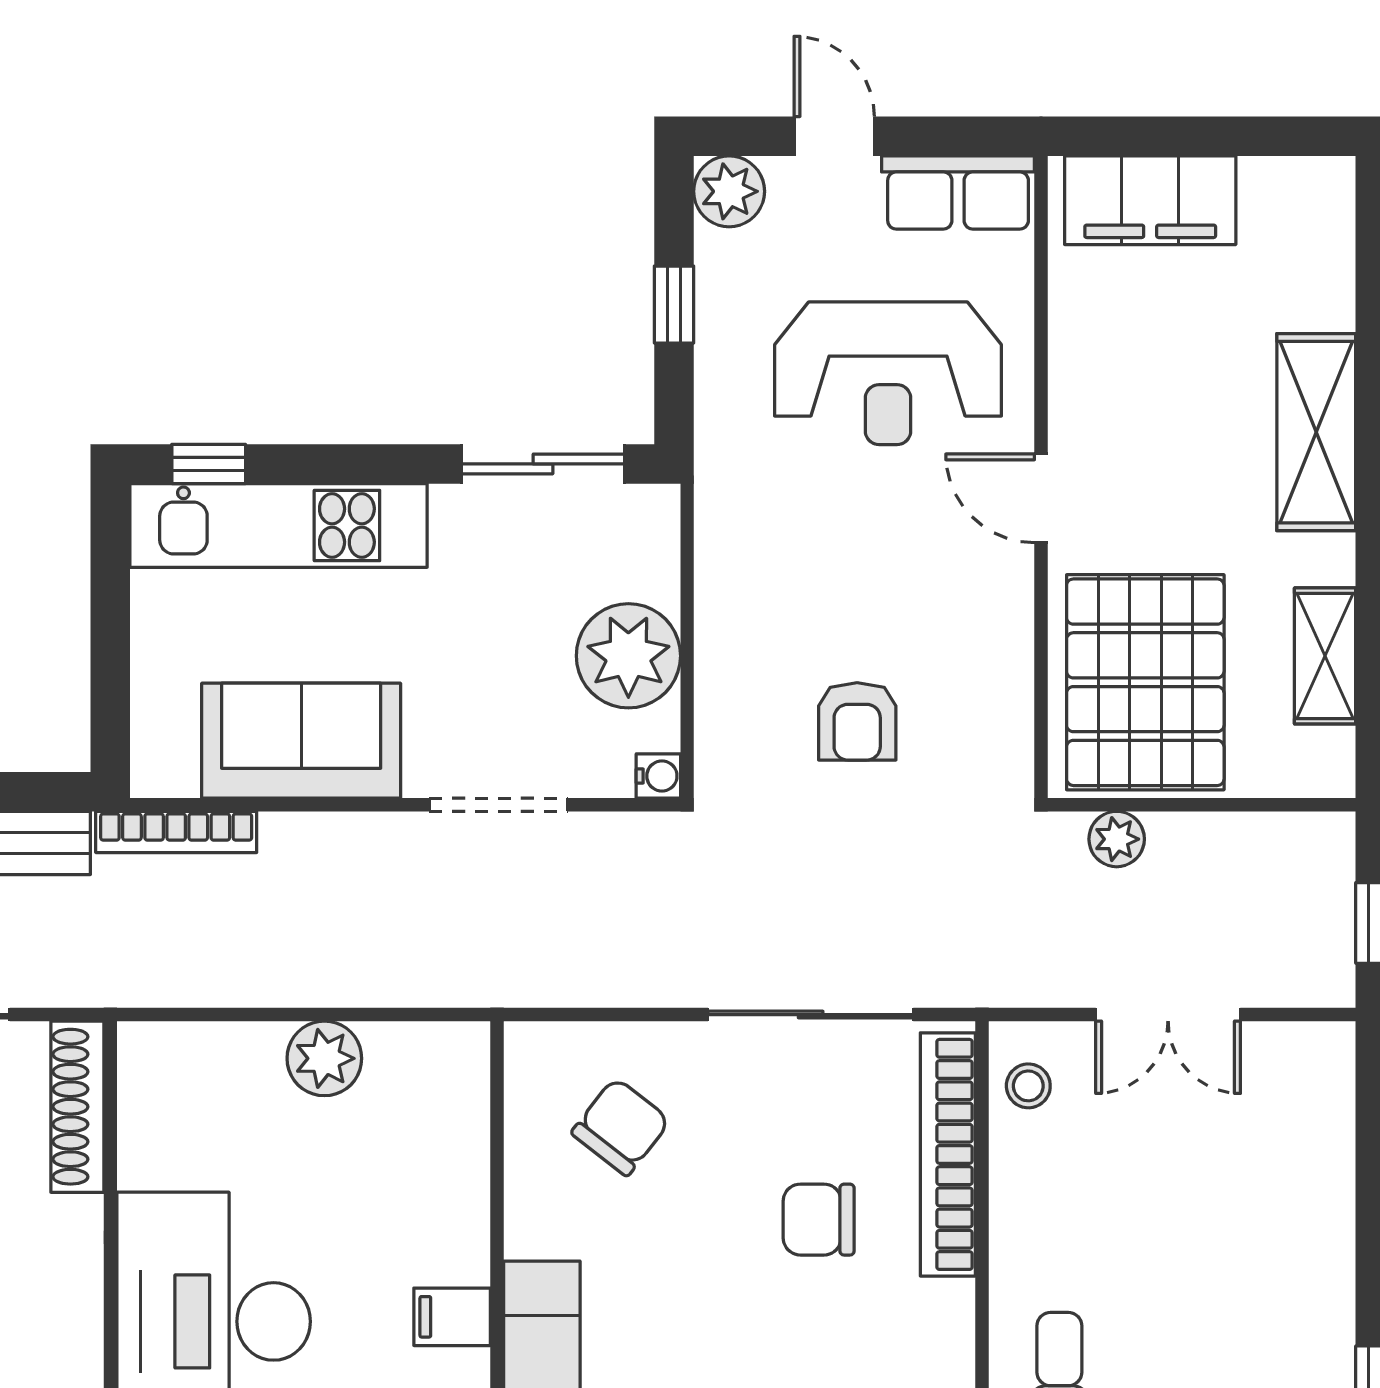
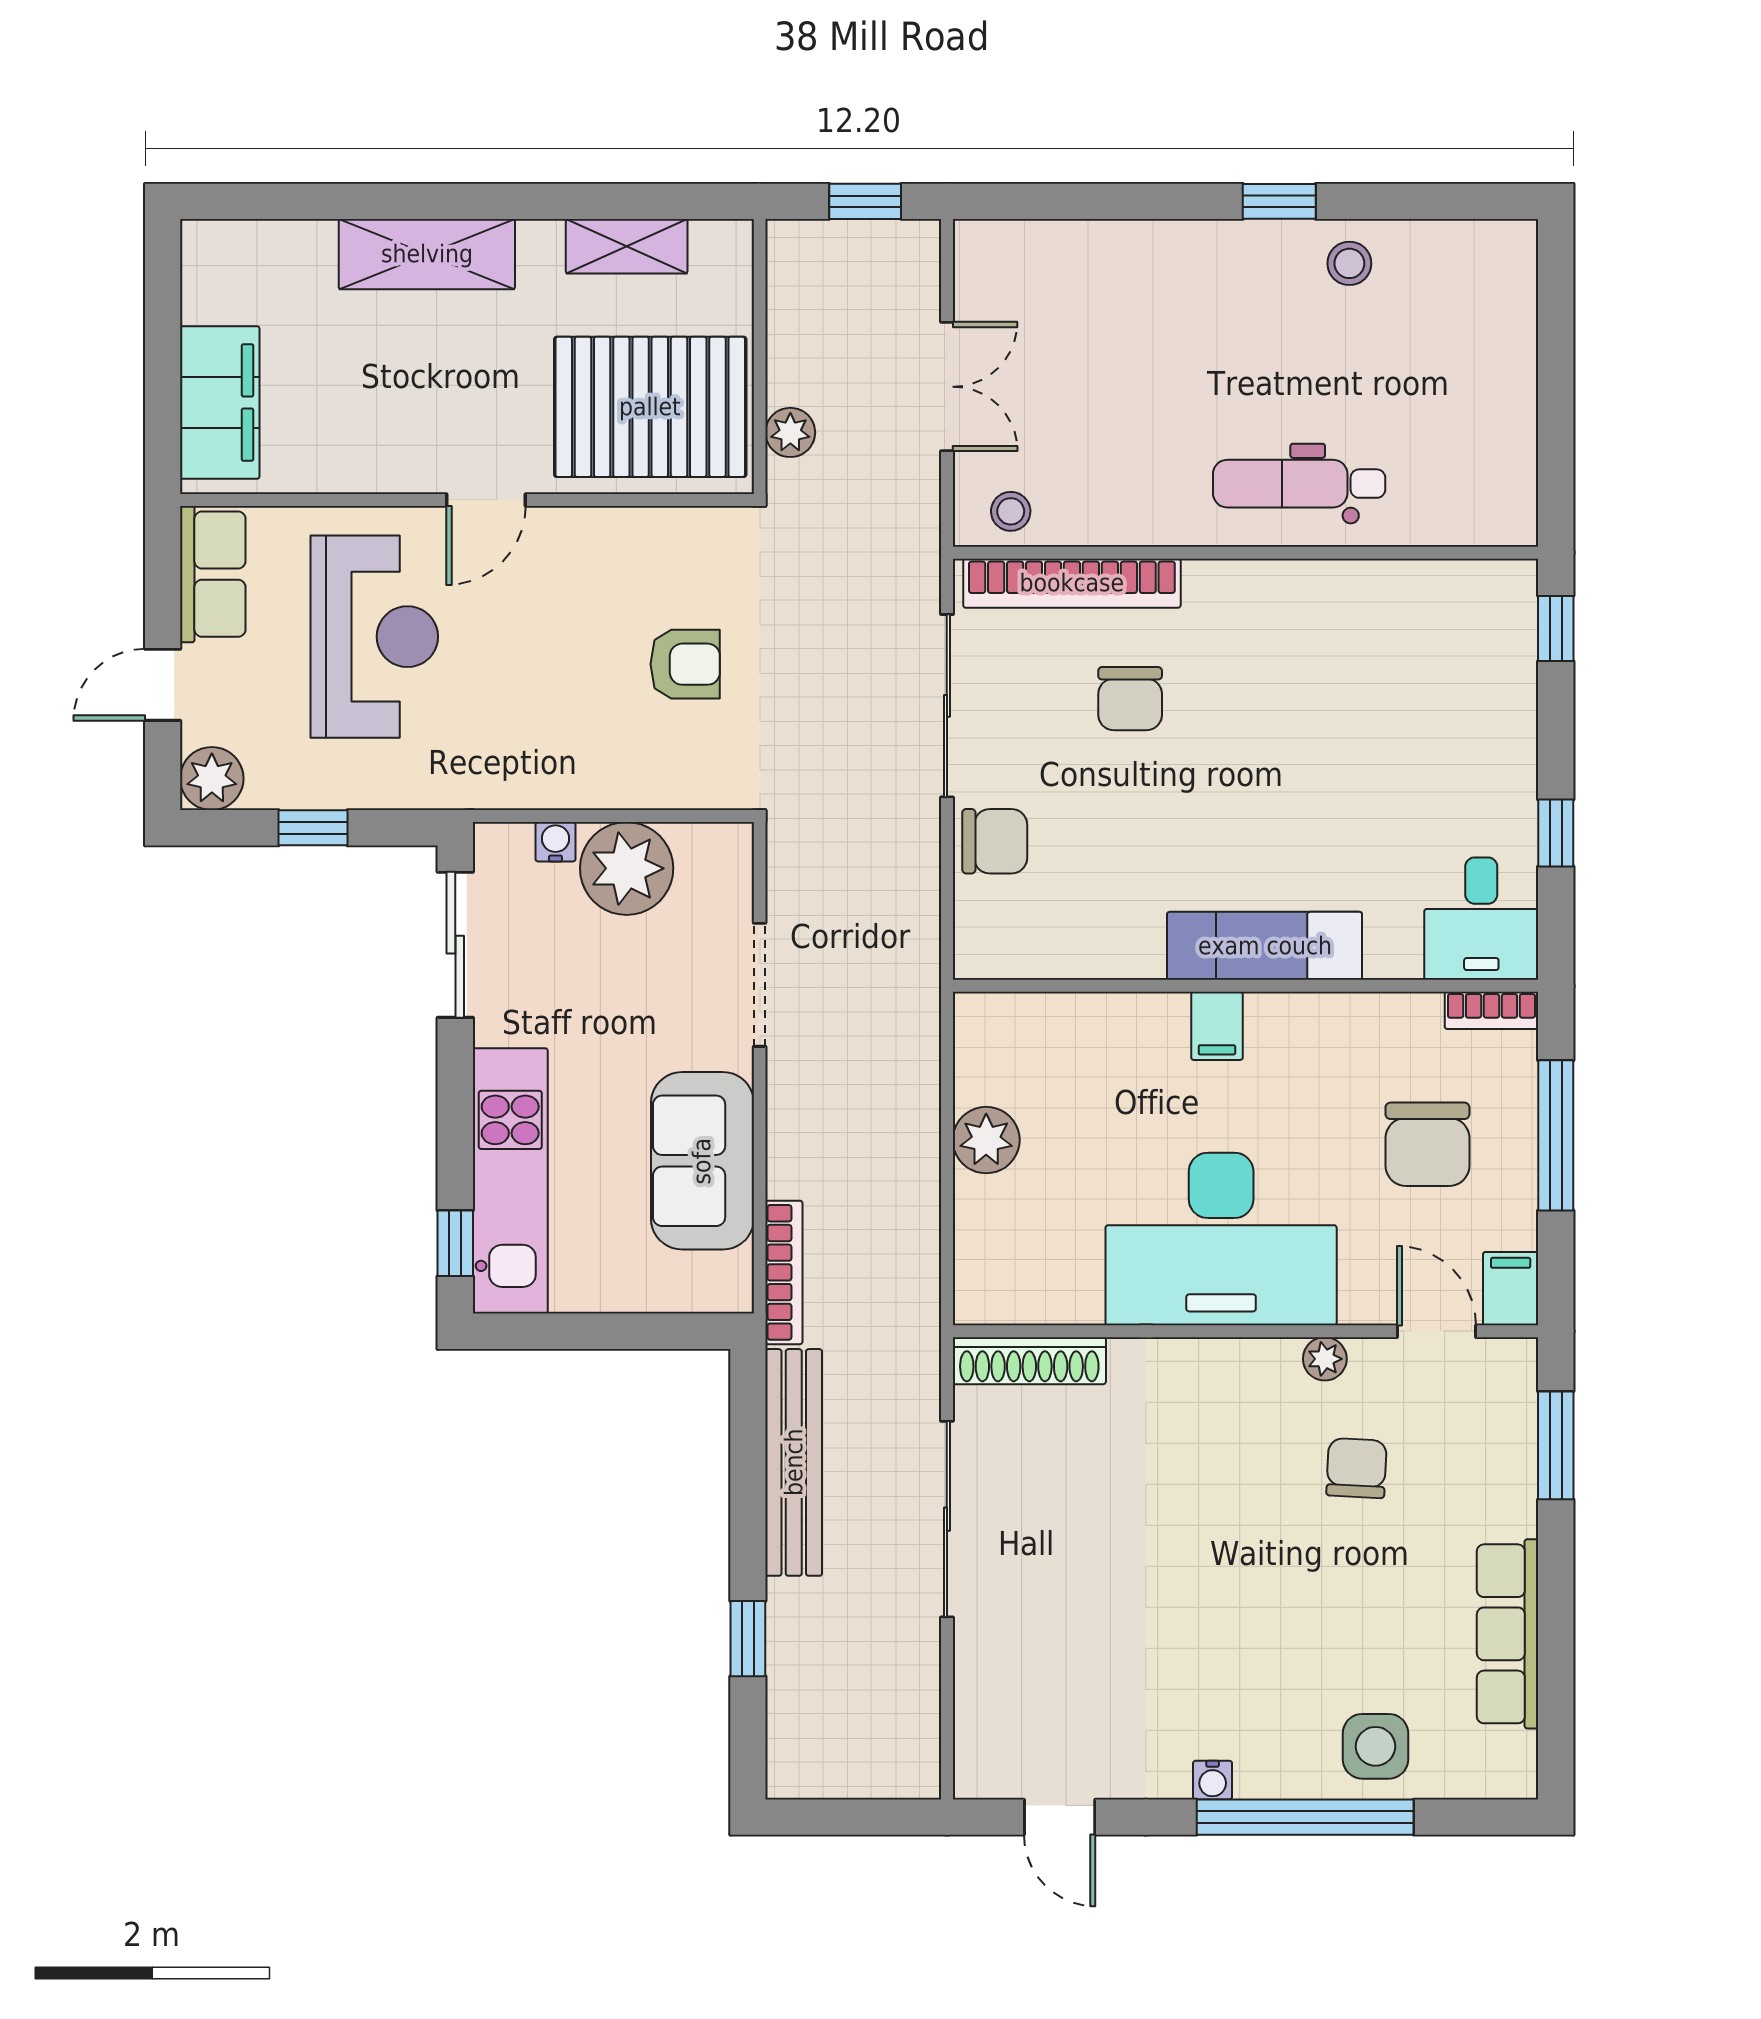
water cooler: (658, 776) -> (555, 842), moved
chair: (621, 1127) -> (995, 841), moved, turned 142

